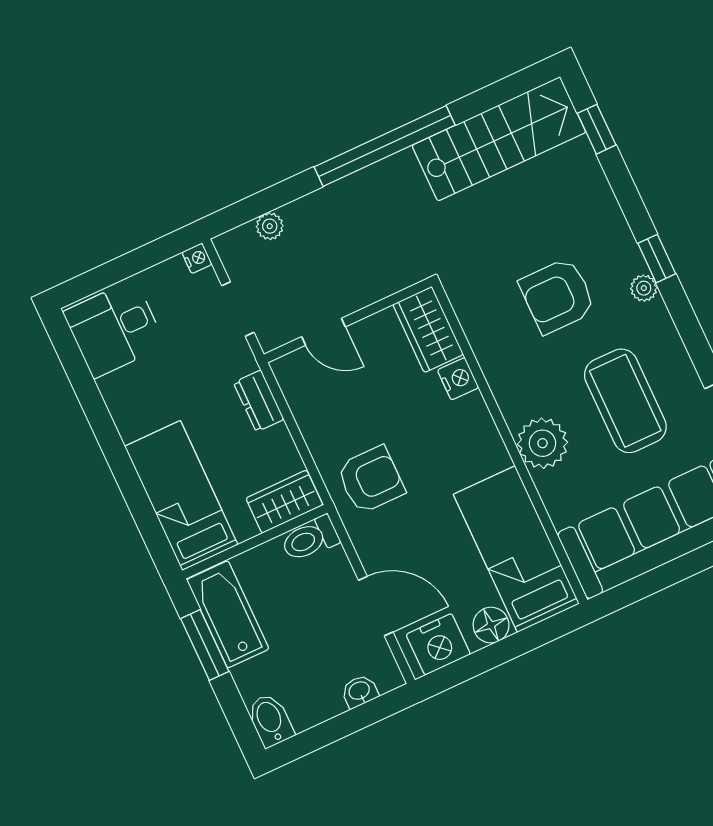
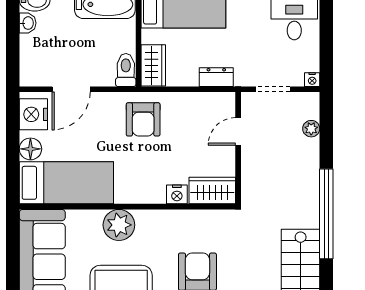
washbasin: (359, 691) -> (28, 23), moved

